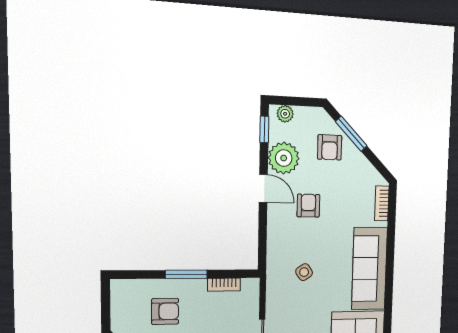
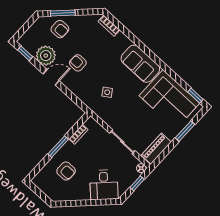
plant: (285, 114) -> (26, 37), removed
sofa: (370, 269) -> (140, 64), width x0.73
armchair: (165, 311) -> (66, 171), turned 90

